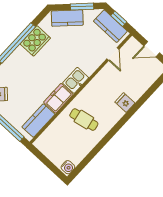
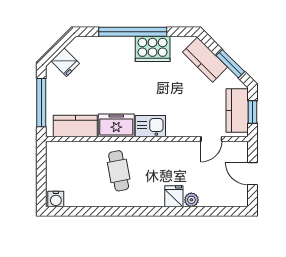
plant: (136, 95) -> (191, 200), added

